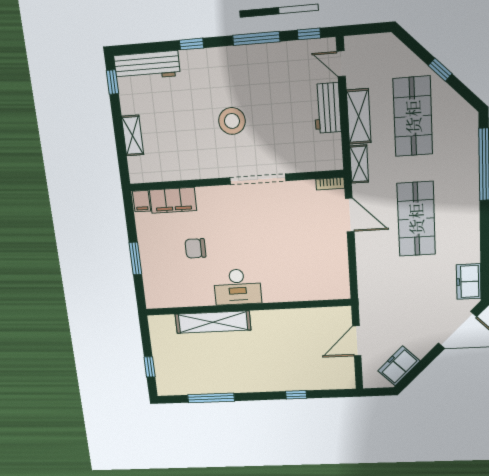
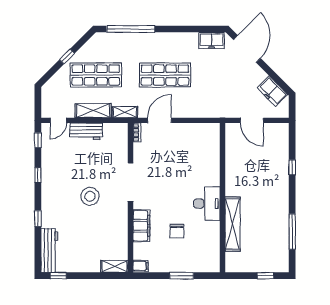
window: (256, 38) -> (38, 175), width x0.46
shelving: (133, 136) -> (114, 266), moved
filing cabinet: (173, 200) -> (141, 226), moved

